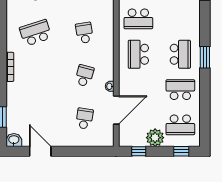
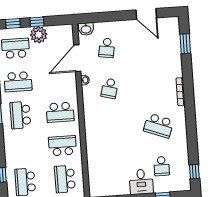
school desk: (36, 33) -> (159, 126), turned 39
school desk: (84, 33) -> (113, 129), removed
school desk: (138, 54) -> (60, 112), turned 90
washbasin: (14, 140) -> (86, 29), moved
window: (139, 151) -> (37, 22), moved

